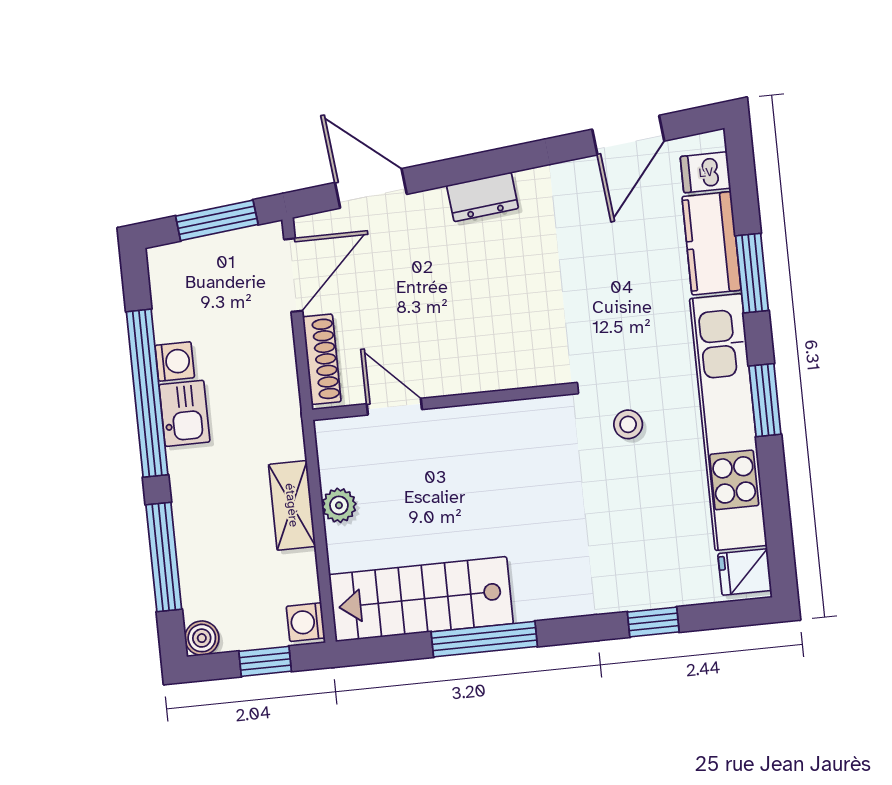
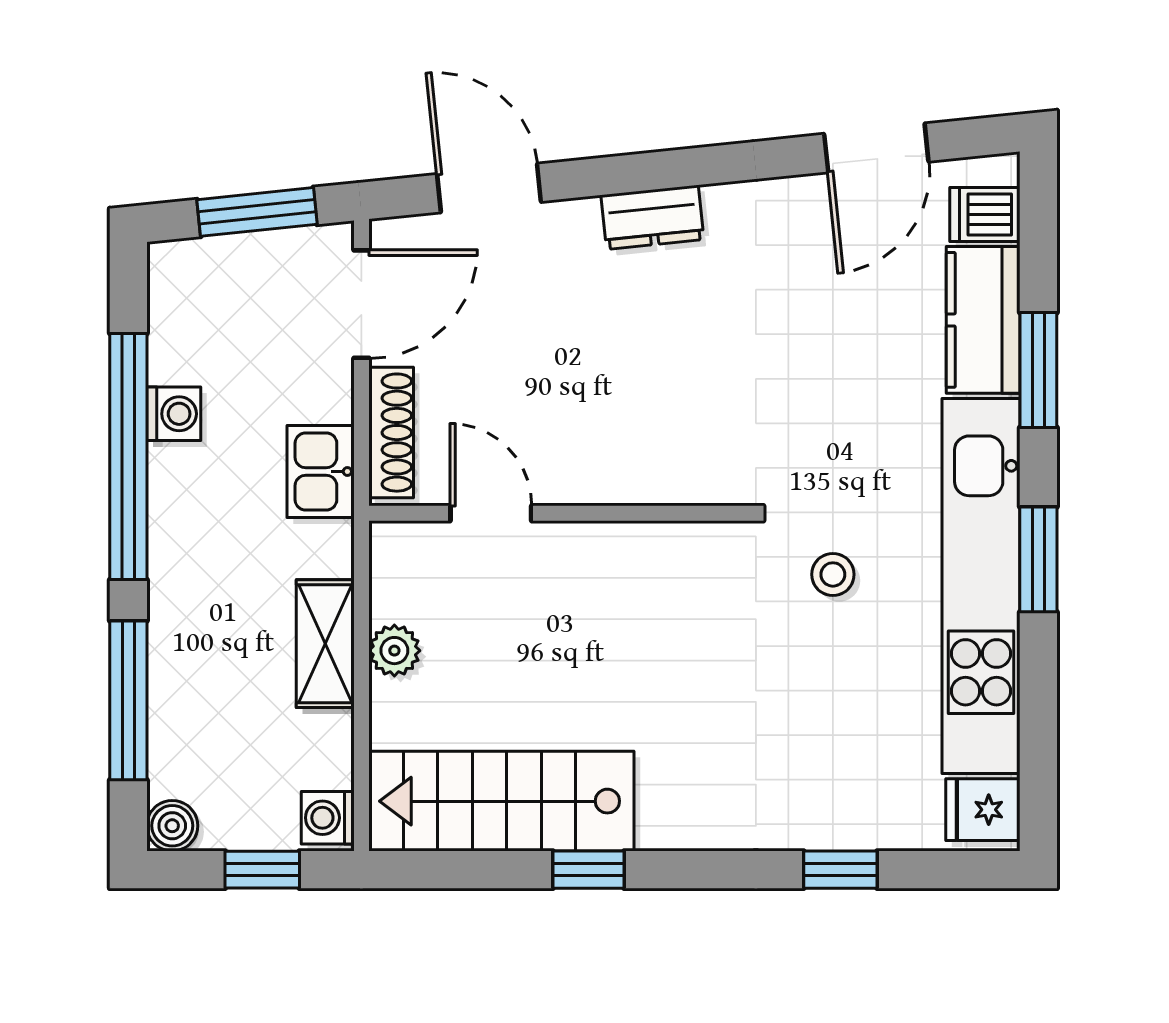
kitchen sink: (184, 413) -> (321, 472), moved, turned 180
window: (484, 639) -> (589, 870), width x0.46

